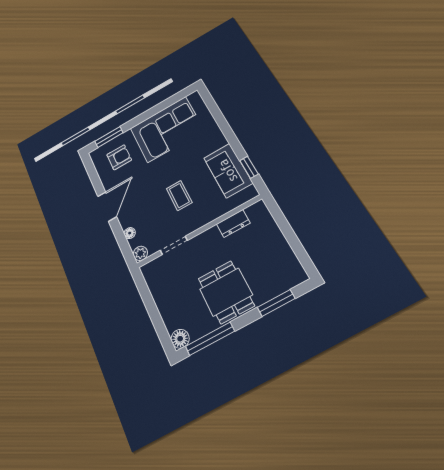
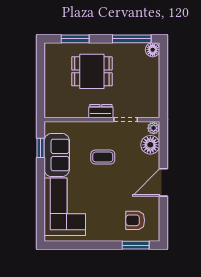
corner sofa: (167, 129) -> (65, 207), moved, turned 90
coffee table: (179, 196) -> (103, 157), turned 90
dresser: (233, 223) -> (101, 111), moved
floor lamp: (130, 233) -> (150, 145), width x1.89, depth x1.89
dining table: (226, 292) -> (92, 71), moved, turned 90

